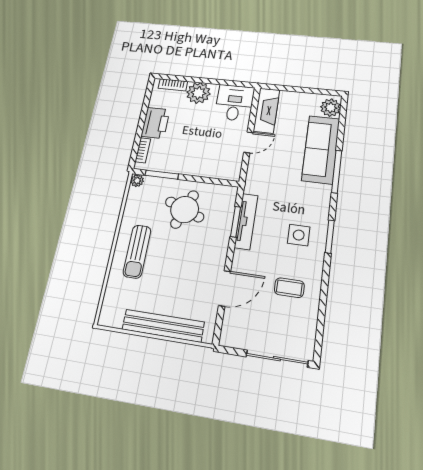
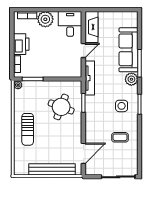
plant: (331, 108) -> (131, 79), moved
round table: (185, 209) -> (61, 107), moved
tv unit: (246, 221) -> (90, 78), moved
door: (225, 288) -> (83, 153), moved

